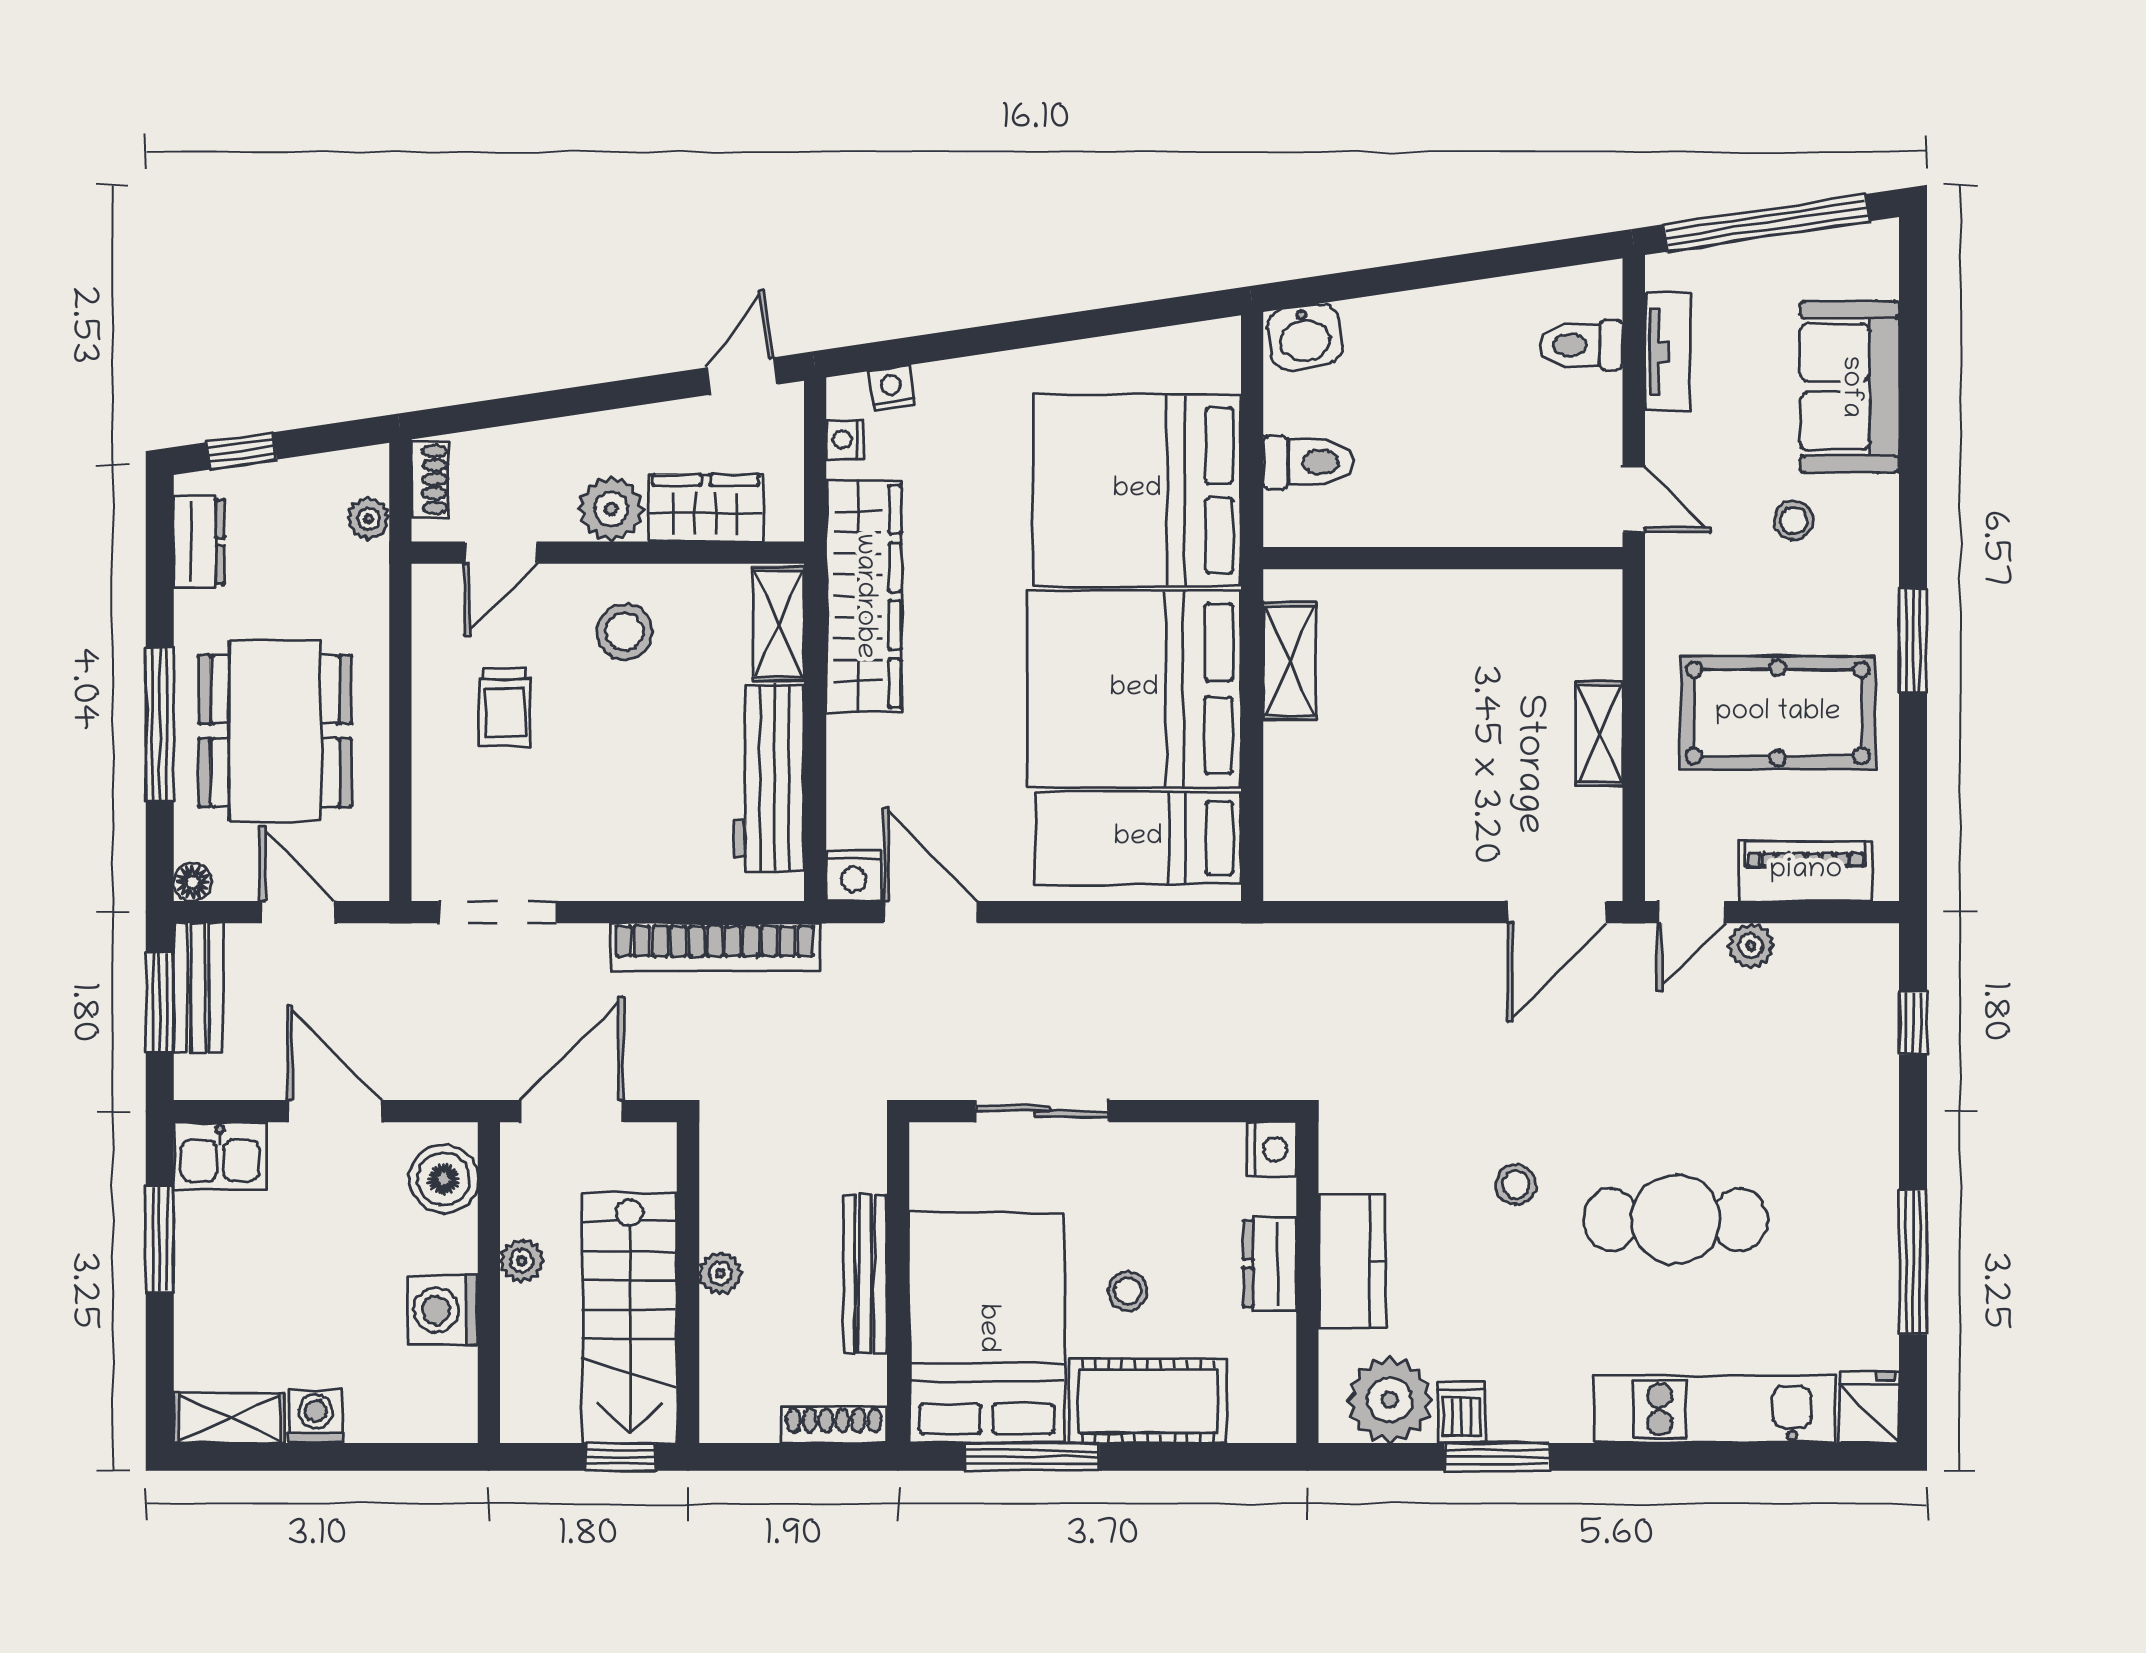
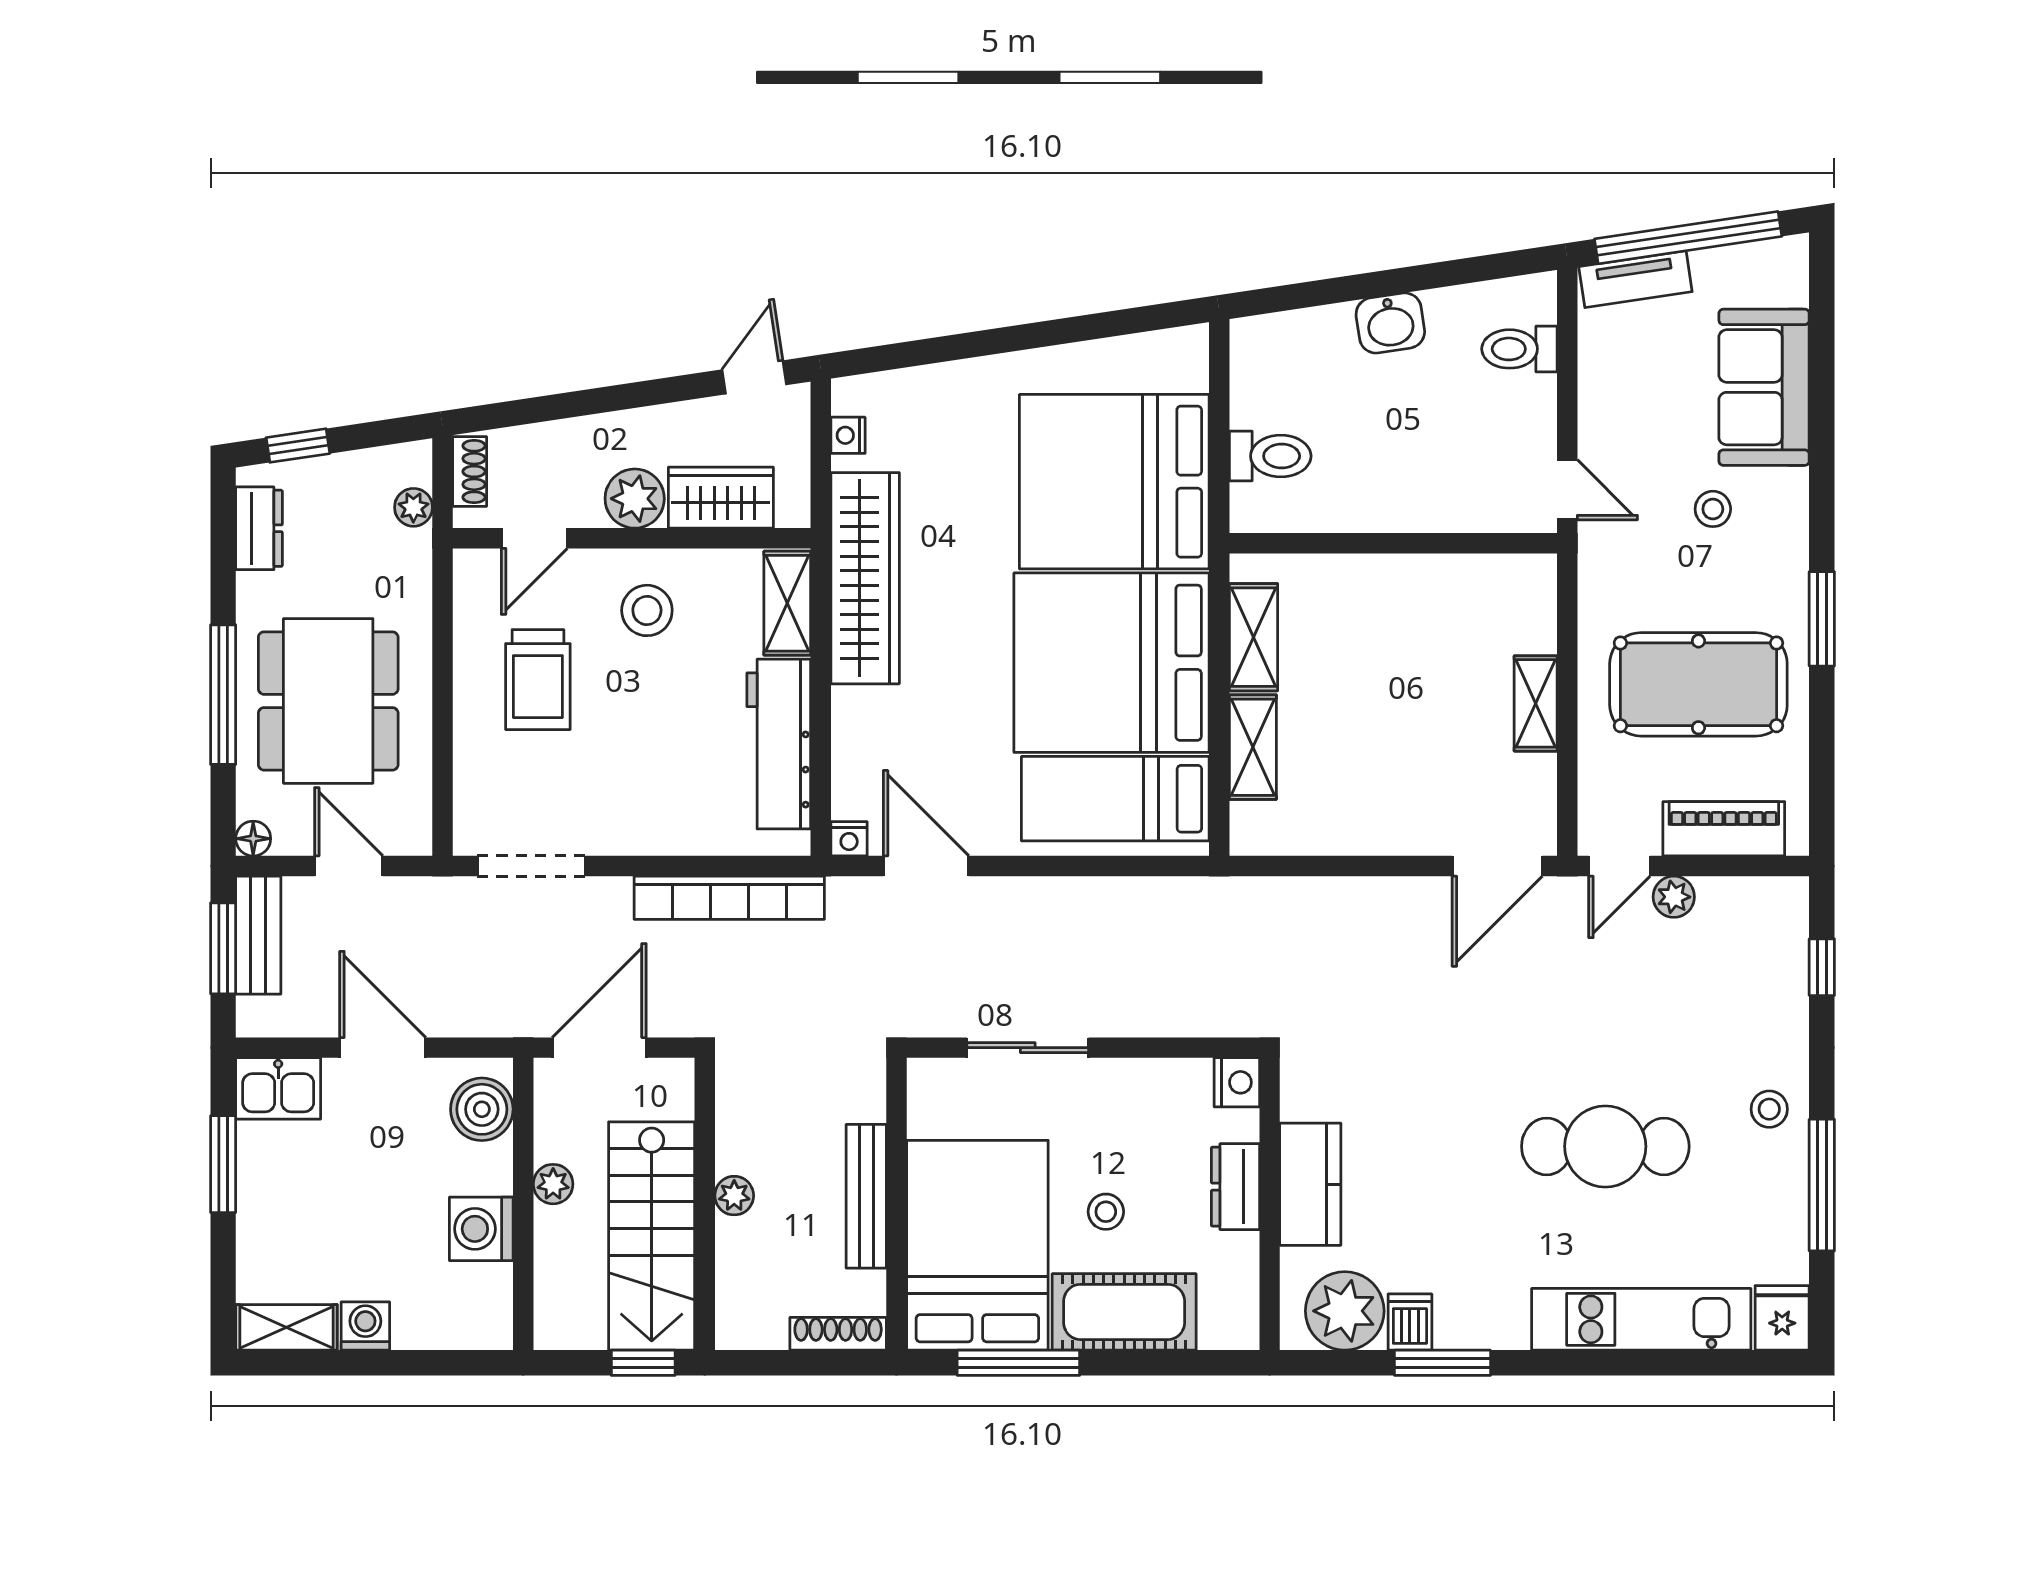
washbasin: (1305, 337) -> (1390, 323), moved
tv unit: (1668, 352) -> (1635, 279), moved, turned 81
nightstand: (891, 388) -> (890, 388), removed
trolley: (505, 707) -> (538, 680), width x1.36, depth x1.39
shelving: (1289, 782) -> (1253, 747), added
nightstand: (854, 876) -> (849, 839), width x0.72, depth x0.74
stool: (1516, 1184) -> (1769, 1109), moved

